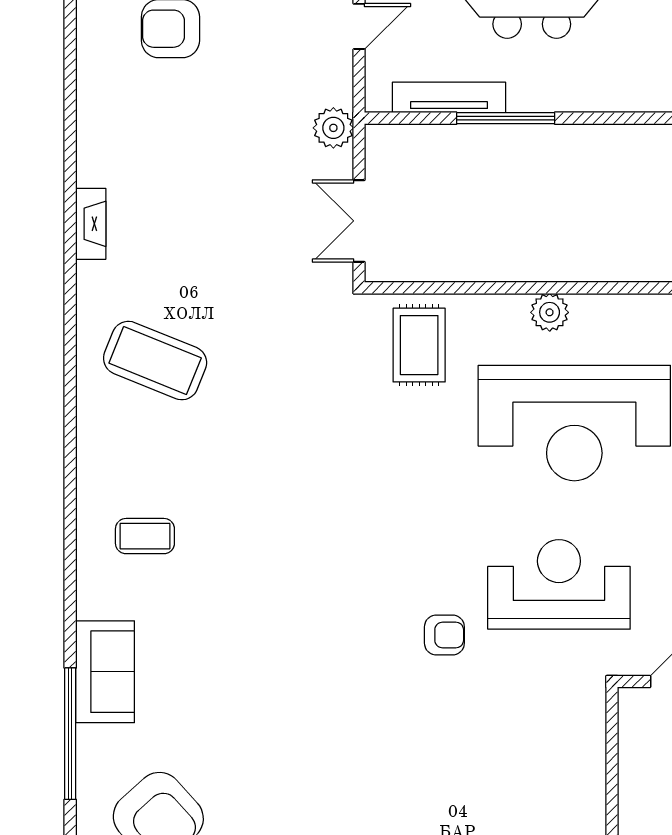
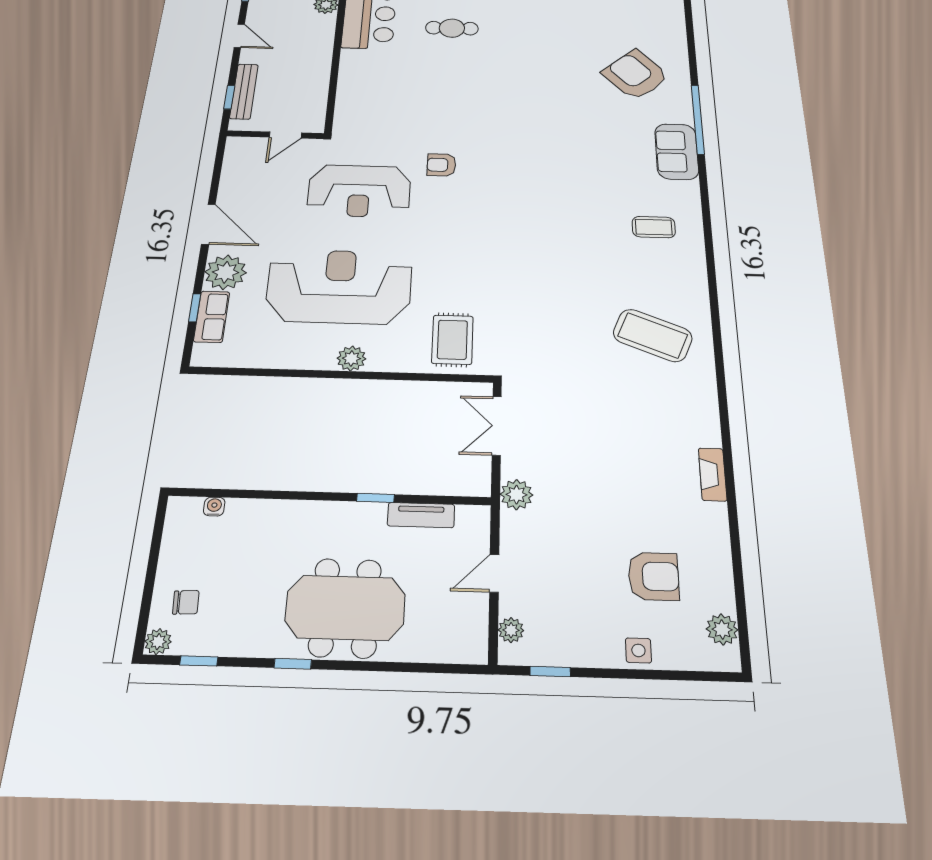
tv unit: (449, 97) -> (421, 515), width x0.71
window: (506, 118) -> (375, 498), width x0.46
double door: (359, 221) -> (497, 426), swing flipped
fireplace: (91, 224) -> (713, 474), moved

